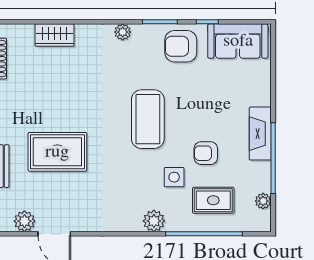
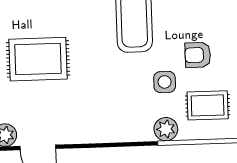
plant: (154, 221) -> (166, 129), moved

